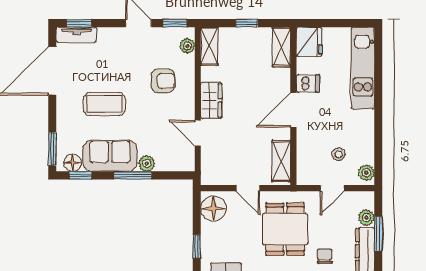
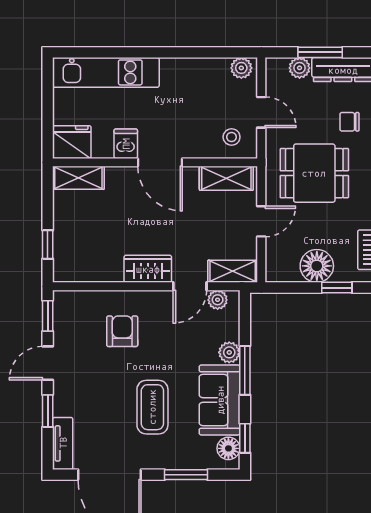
window: (79, 23) -> (48, 411), moved
window: (247, 23) -> (48, 245), moved
plant: (187, 46) -> (218, 300), moved
shelving: (209, 46) -> (233, 271), moved
window: (52, 149) -> (186, 475), moved
stool: (338, 154) -> (232, 137), moved
floor lamp: (213, 209) -> (317, 266), moved

